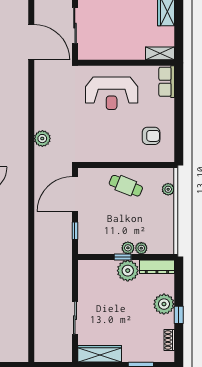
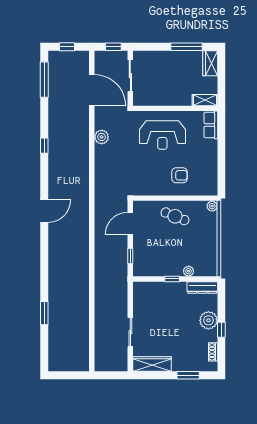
armchair: (151, 136) -> (179, 175), moved
plant: (42, 139) -> (102, 137), moved
plant: (168, 189) -> (212, 206), moved
door: (75, 194) -> (130, 224), width x0.73
plant: (128, 248) -> (177, 271), removed
plant: (128, 271) -> (177, 291), removed

